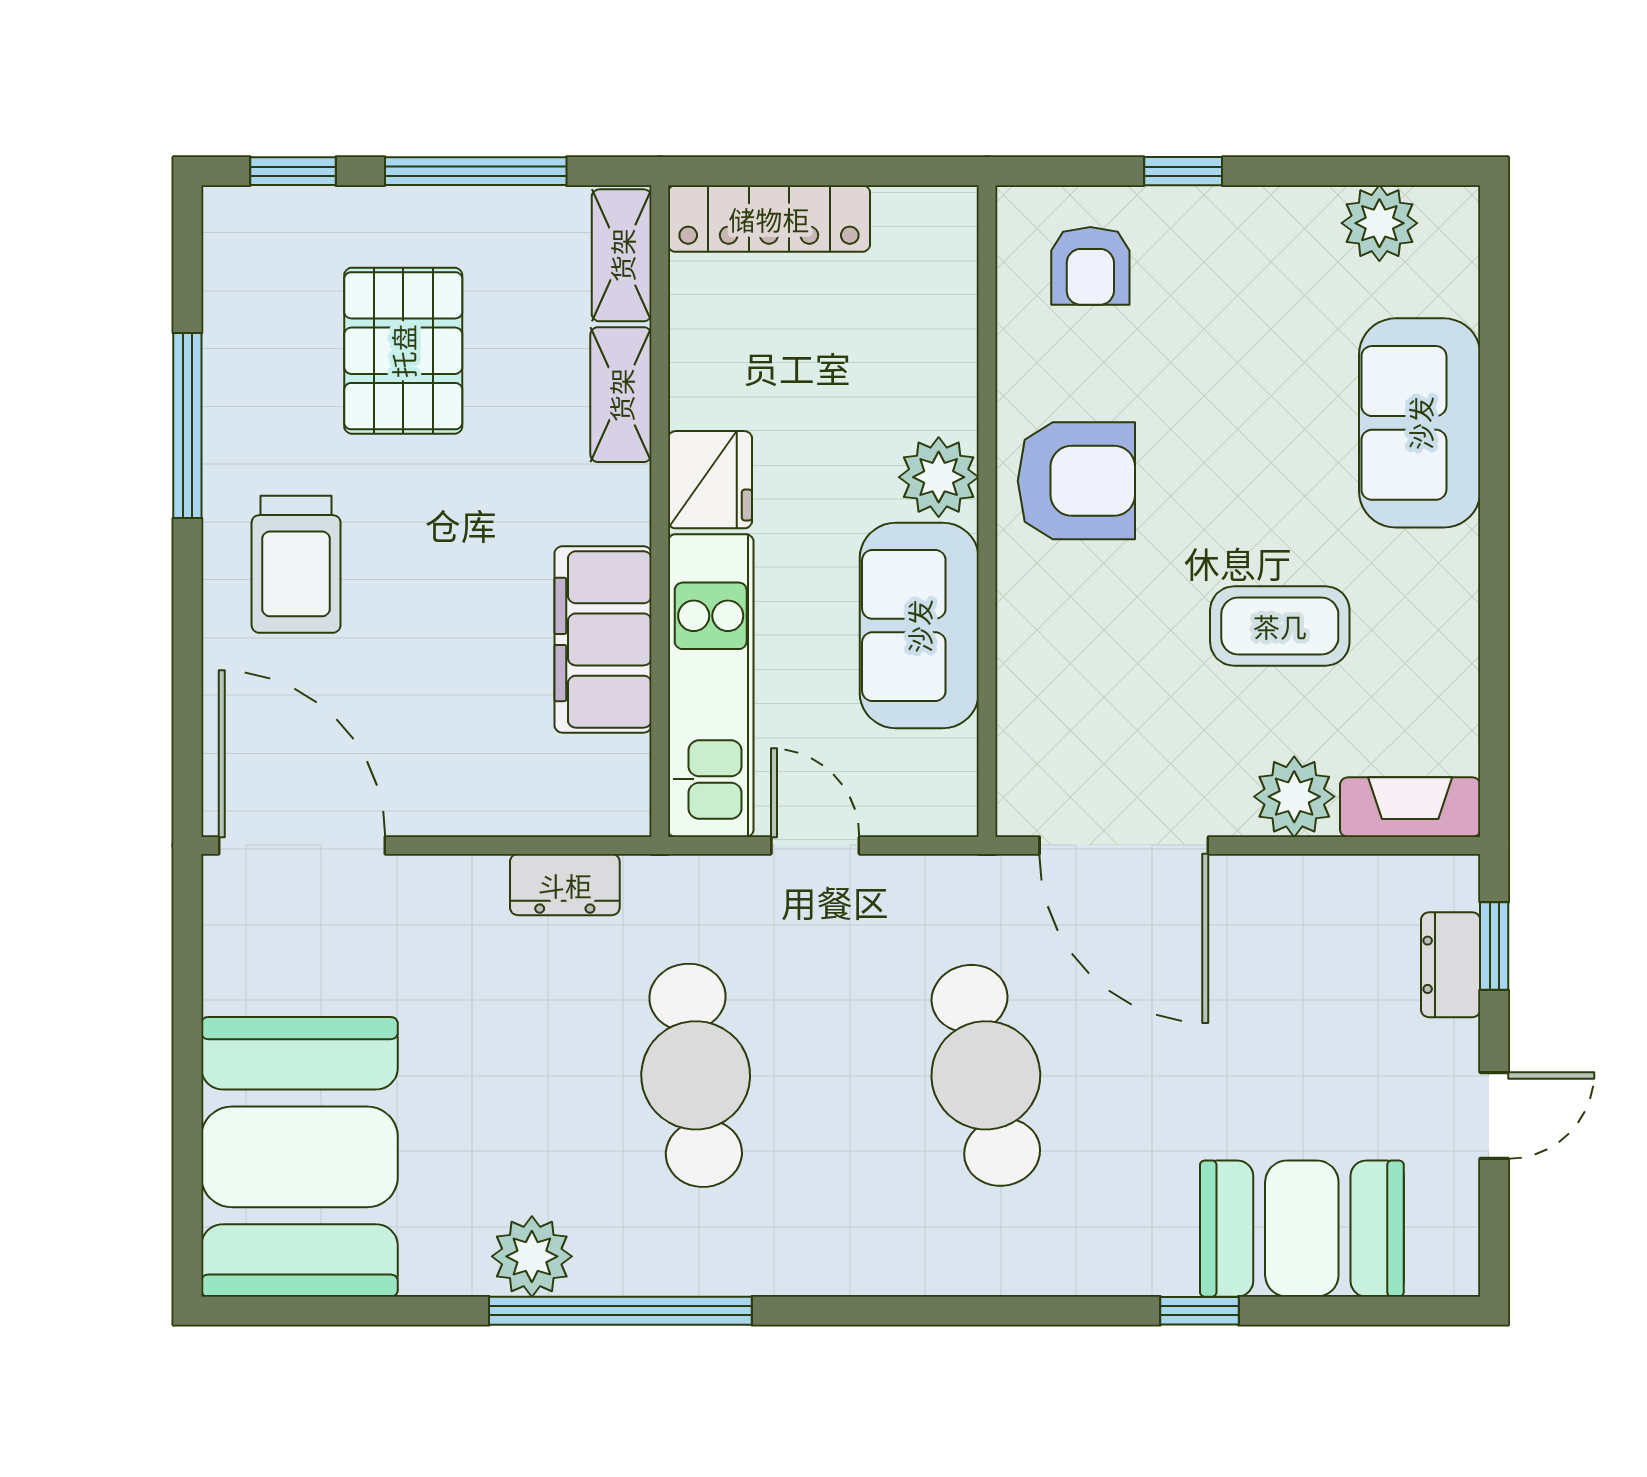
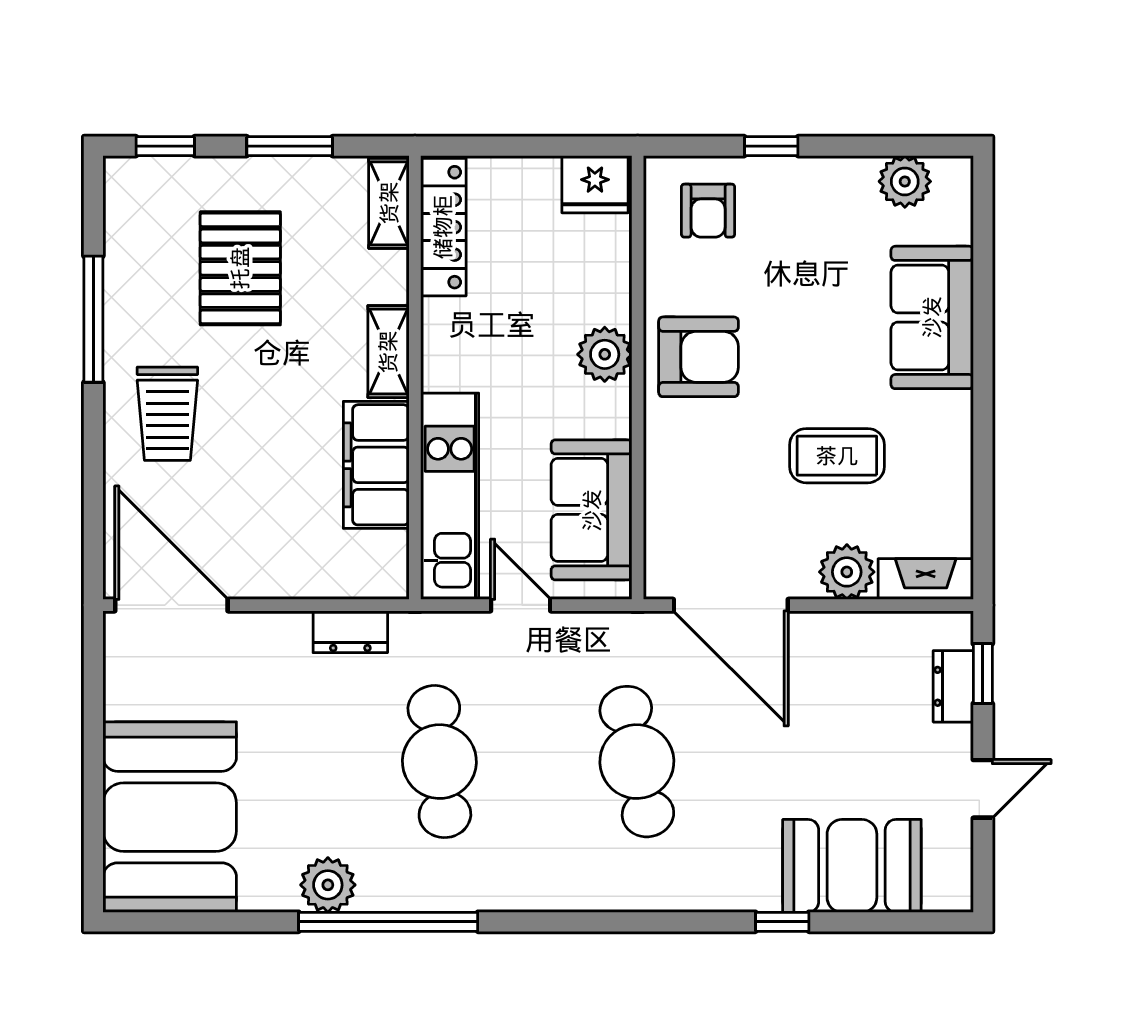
window: (476, 171) -> (290, 146), width x0.69
locker: (769, 219) -> (443, 227), moved, turned -90
shelving: (621, 395) -> (388, 352), moved
fridge: (710, 480) -> (595, 184), moved, turned 90
sofa: (919, 626) -> (592, 510), moved

